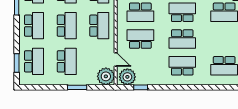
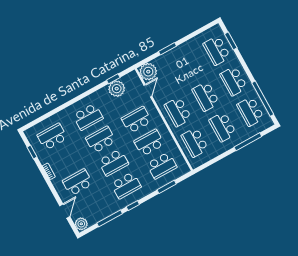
school desk: (140, 39) -> (136, 120), turned 180
door: (116, 60) -> (148, 91), swing flipped
school desk: (67, 61) -> (189, 66), removed
plant: (127, 77) -> (117, 89), moved

